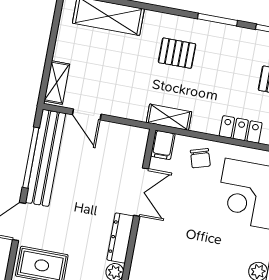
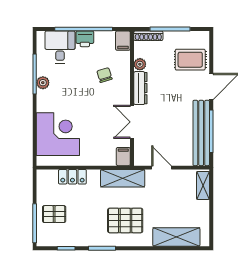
pallet: (177, 53) -> (125, 220), width x1.50, depth x1.42
door: (87, 114) -> (162, 168), moved
shelving: (169, 117) -> (123, 178), width x1.50, depth x1.33
chair: (200, 158) -> (104, 75), moved

